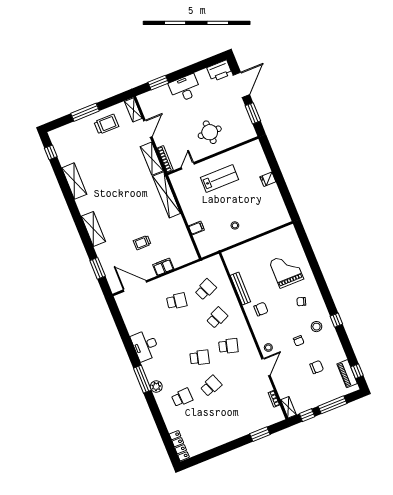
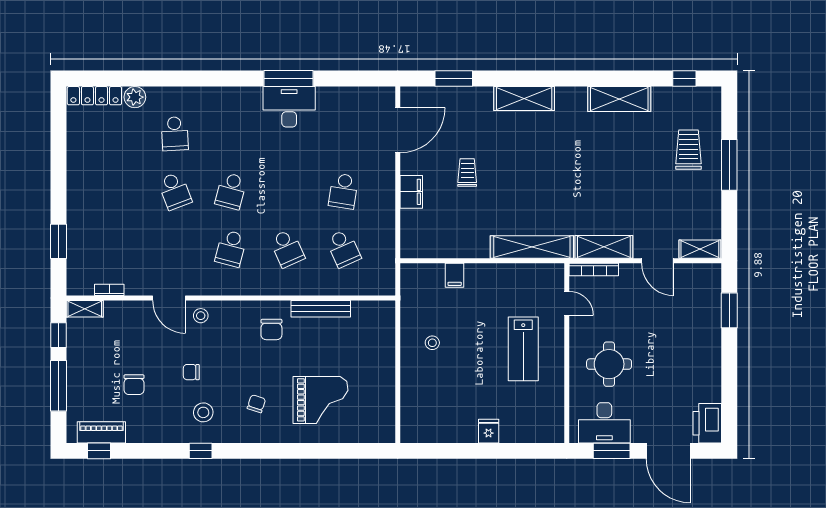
desk: (185, 88) -> (604, 423), moved, turned 90
trolley: (106, 124) -> (689, 150), moved, turned 180
window: (142, 379) -> (288, 79), moved
plant: (156, 387) -> (135, 97), moved

